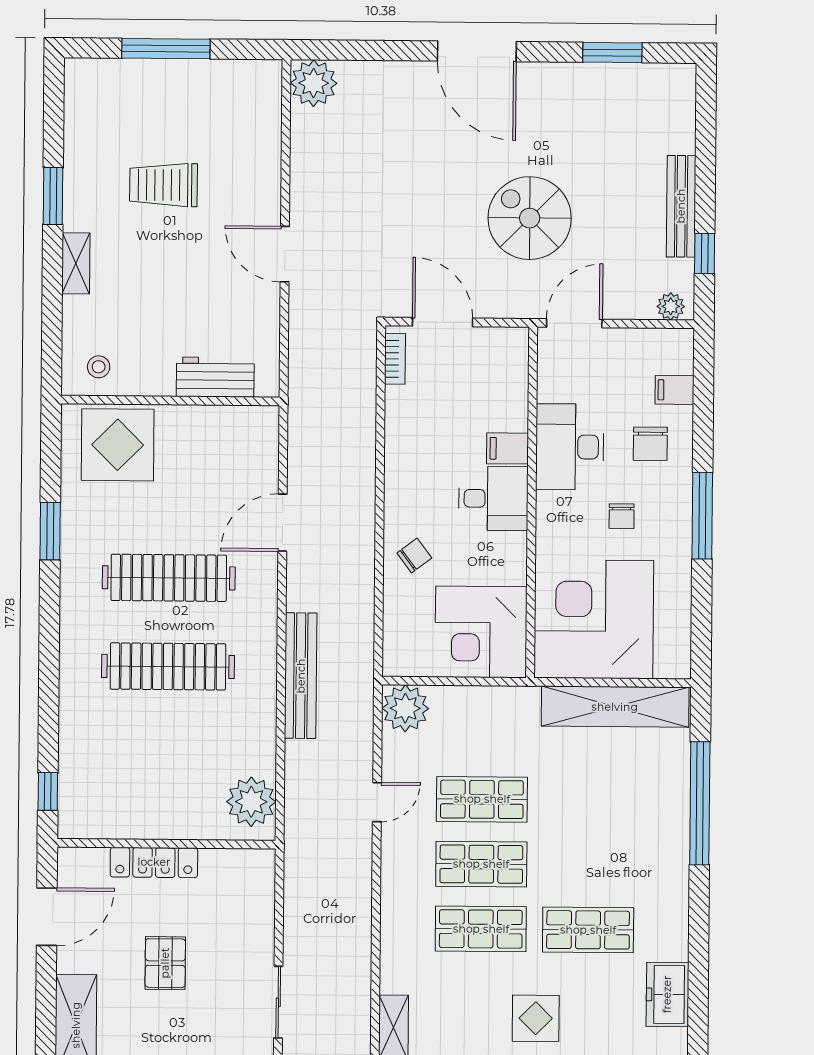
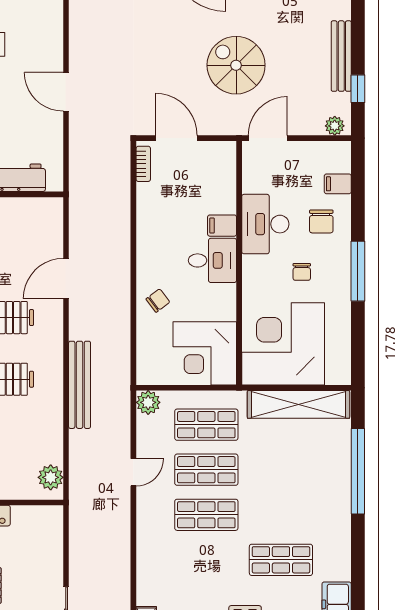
plant: (405, 708) -> (148, 402), width x0.73, depth x0.73
plant: (251, 802) -> (51, 477), width x0.73, depth x0.73
shop shelf: (481, 929) -> (206, 425), moved

